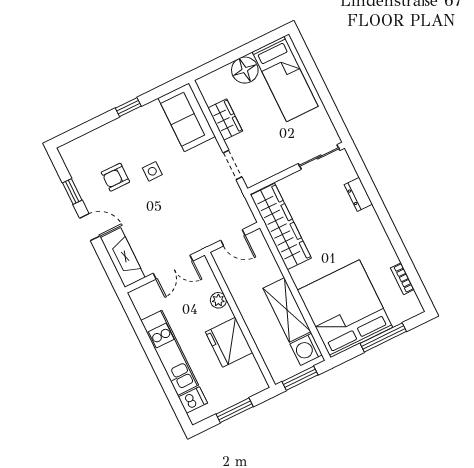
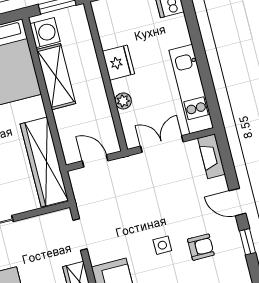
fireplace: (123, 258) -> (211, 156), width x0.73, depth x0.76
fridge: (229, 342) -> (118, 63), width x0.73, depth x0.75
kitchen unit: (170, 353) -> (191, 89), moved

